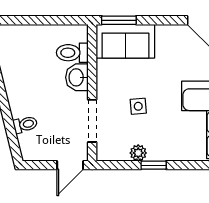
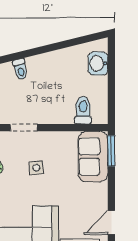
washbasin: (77, 77) -> (98, 63), moved, turned -90
doorway: (92, 121) -> (24, 128), width x0.73

